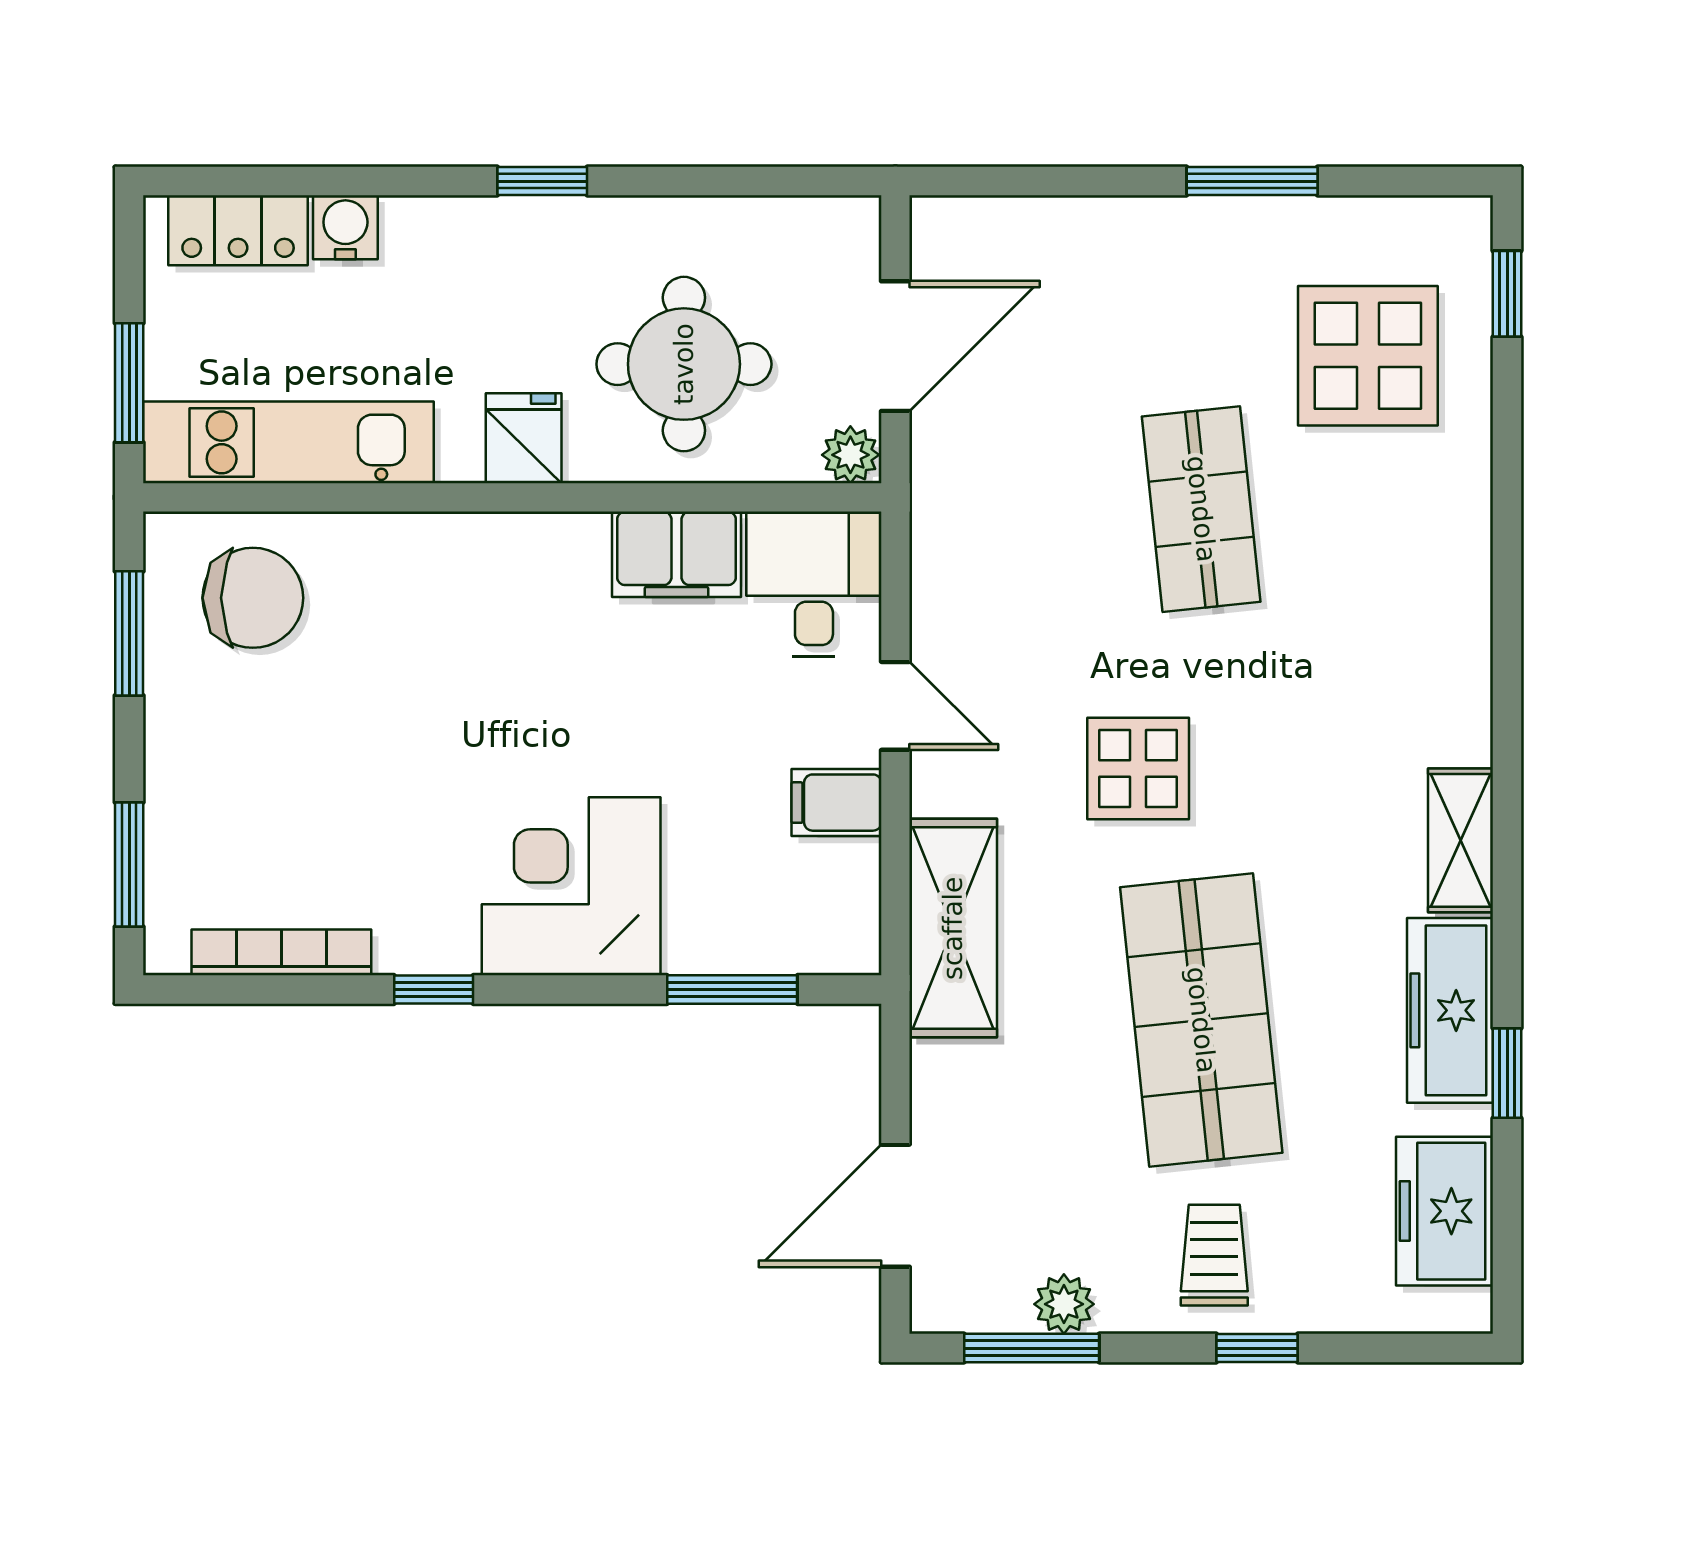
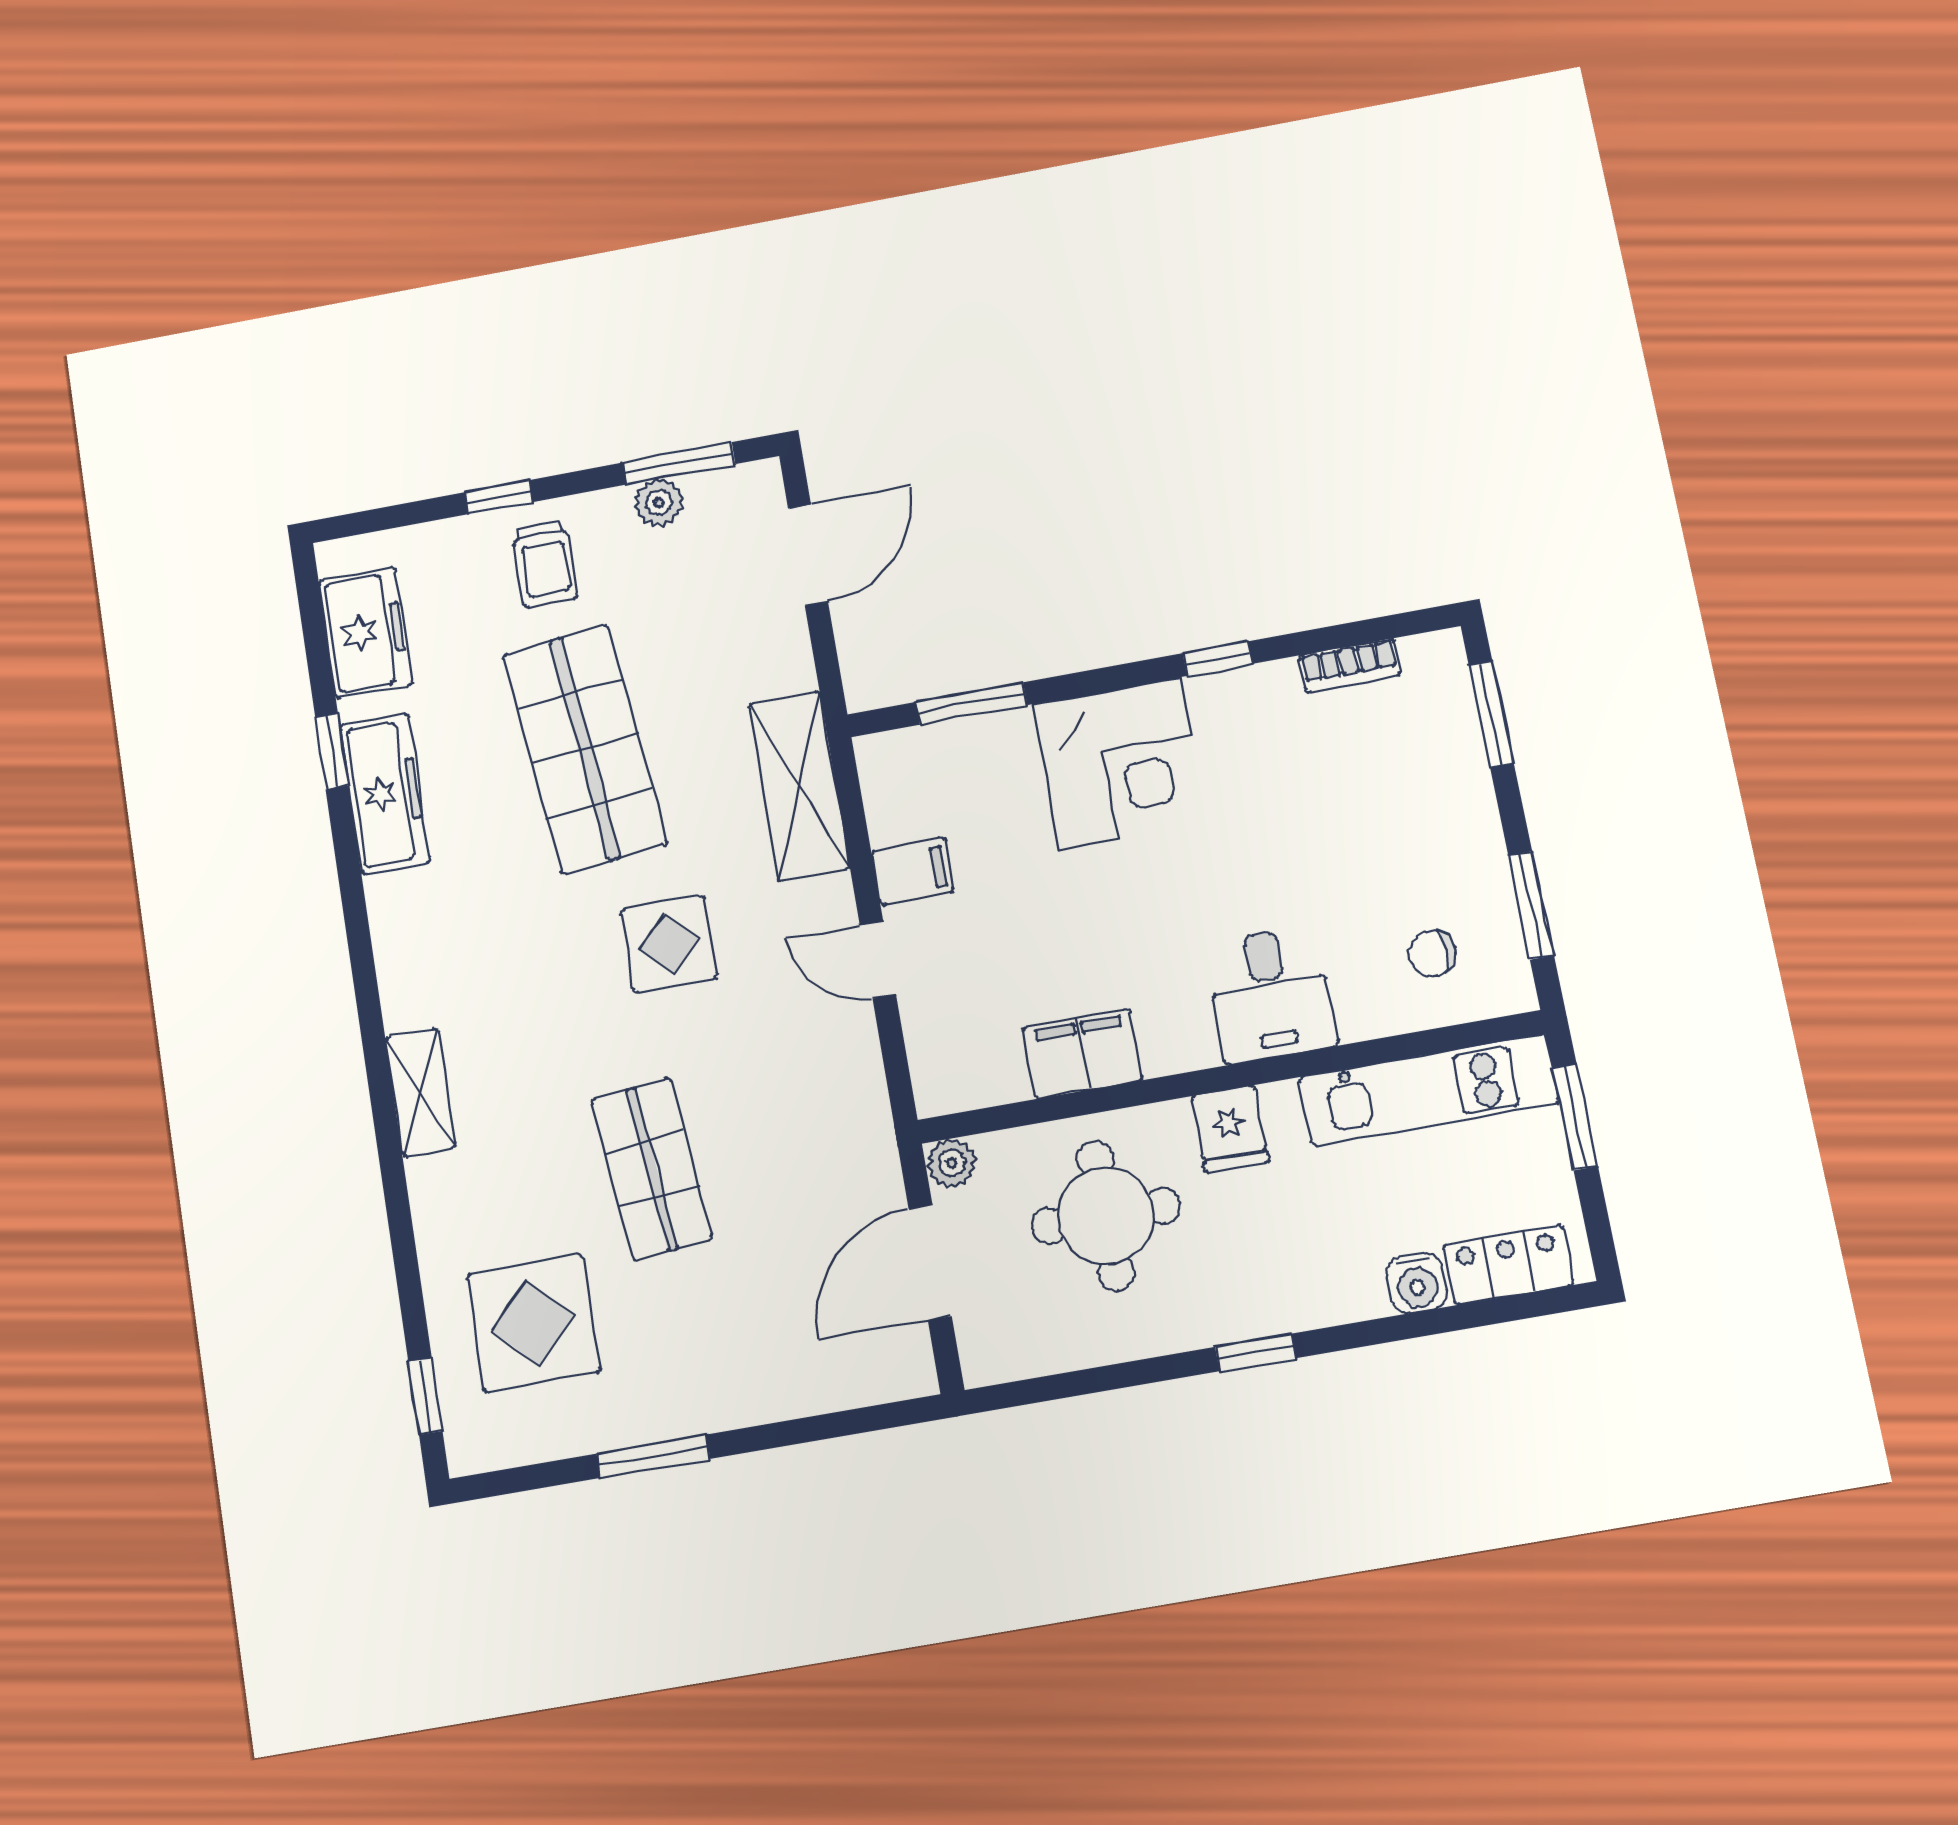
desk: (814, 584) -> (1271, 994), moved
chair: (253, 598) -> (1432, 954), width x0.54, depth x0.54
shelving: (1461, 840) -> (420, 1093), moved
bookcase: (281, 952) -> (1350, 666), width x0.64

